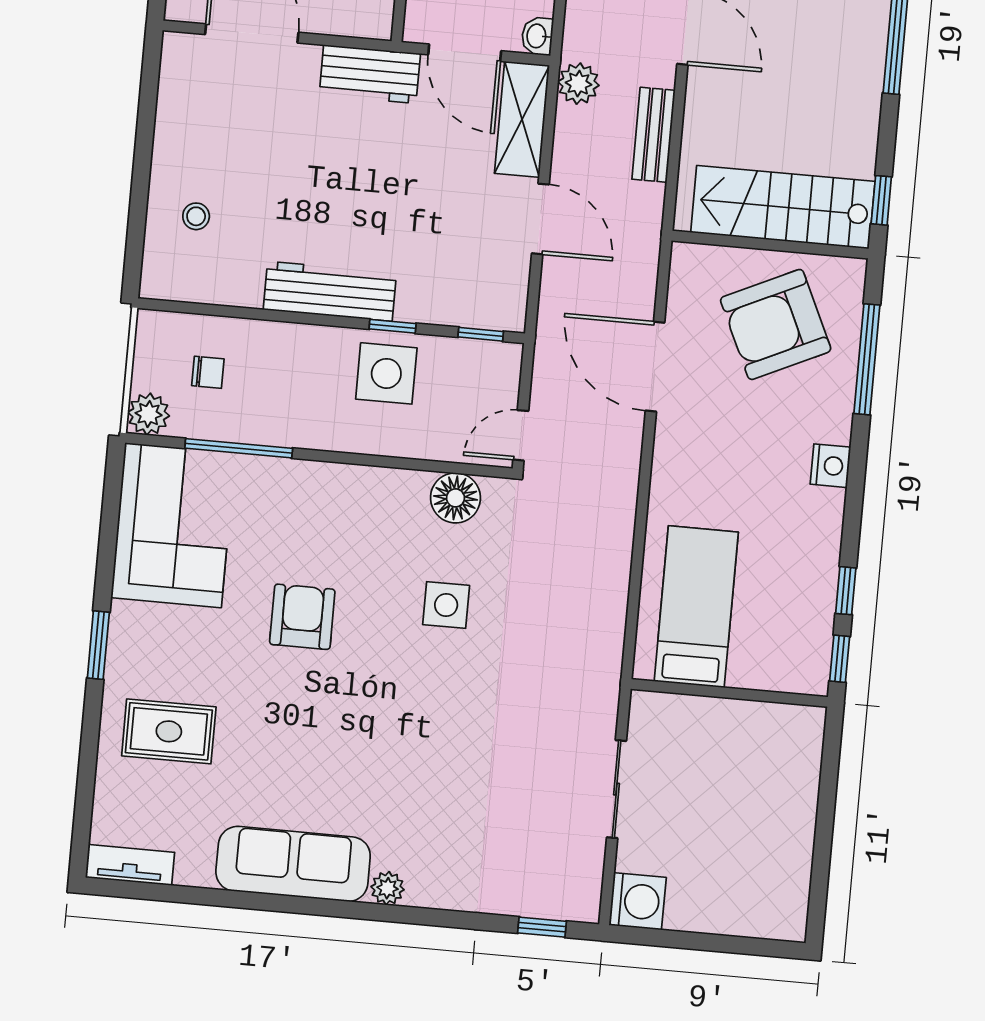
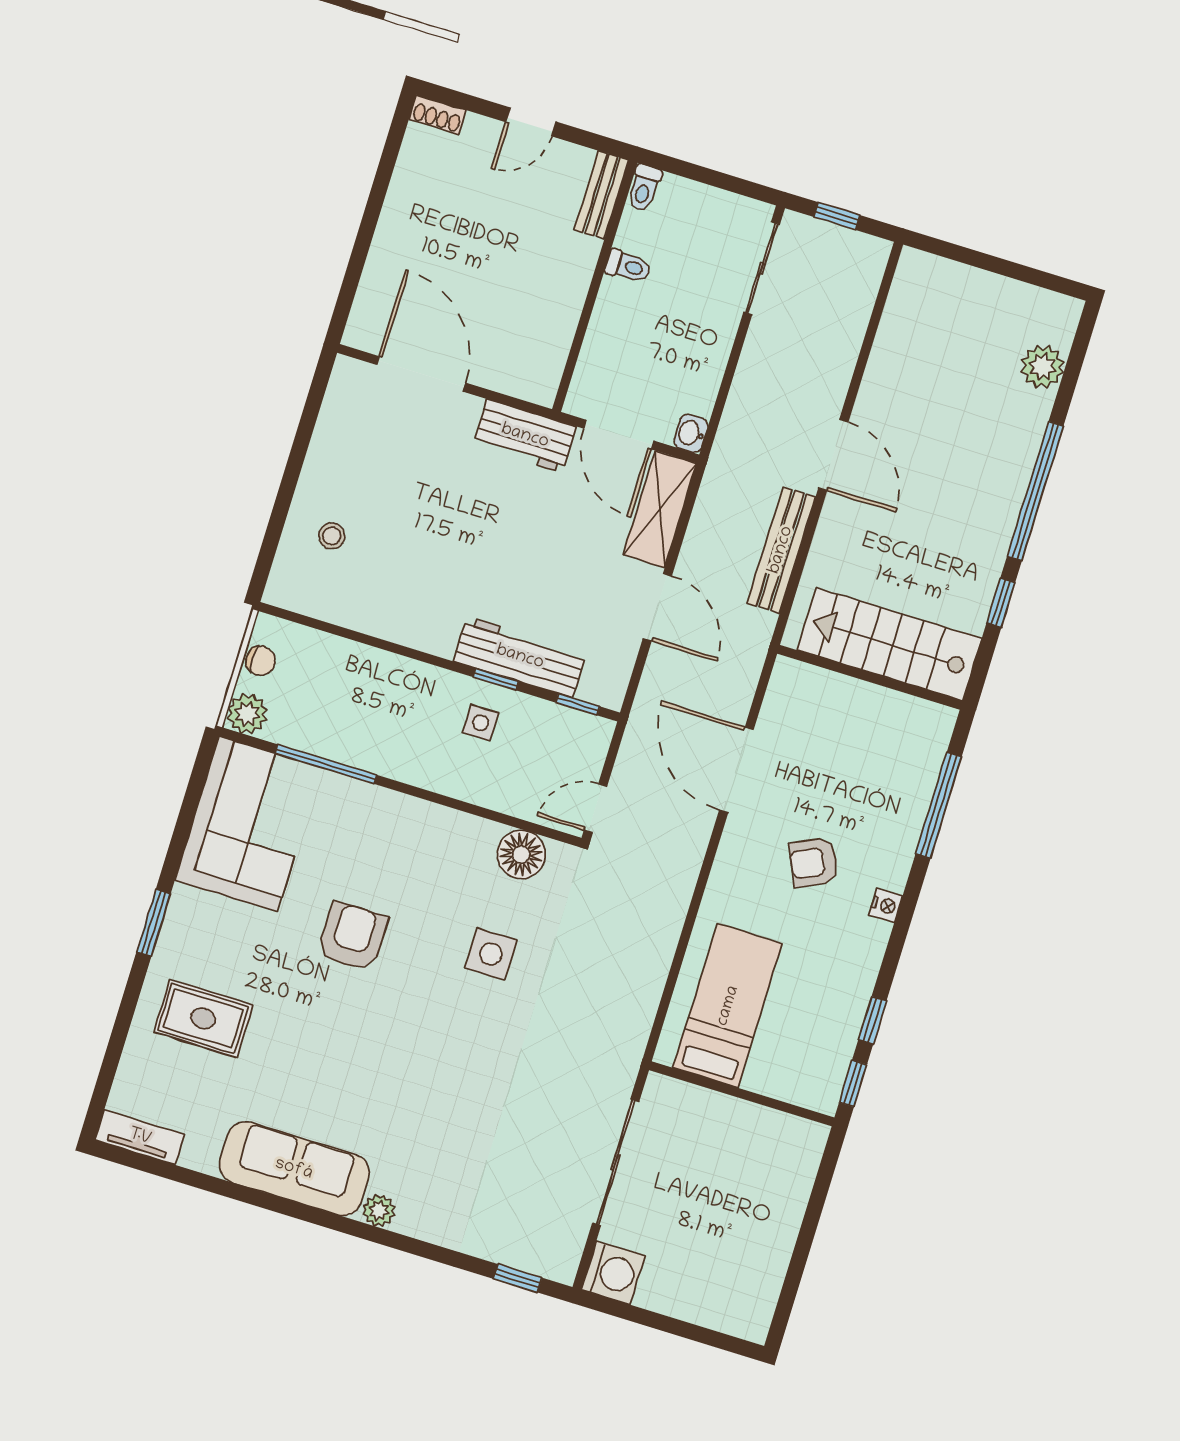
plant: (578, 84) -> (720, 487), removed
bench: (654, 135) -> (781, 550), width x1.36
window: (881, 200) -> (1001, 603), moved
workbench: (330, 291) -> (520, 657), moved
armchair: (776, 324) -> (814, 862), moved, width x0.53, depth x0.53
chair: (208, 372) -> (261, 661), moved
side table: (386, 373) -> (481, 723), width x0.54, depth x0.54
nightstand: (830, 466) -> (886, 905), width x0.72, depth x0.74
sliding door: (617, 789) -> (616, 1162), width x1.37

